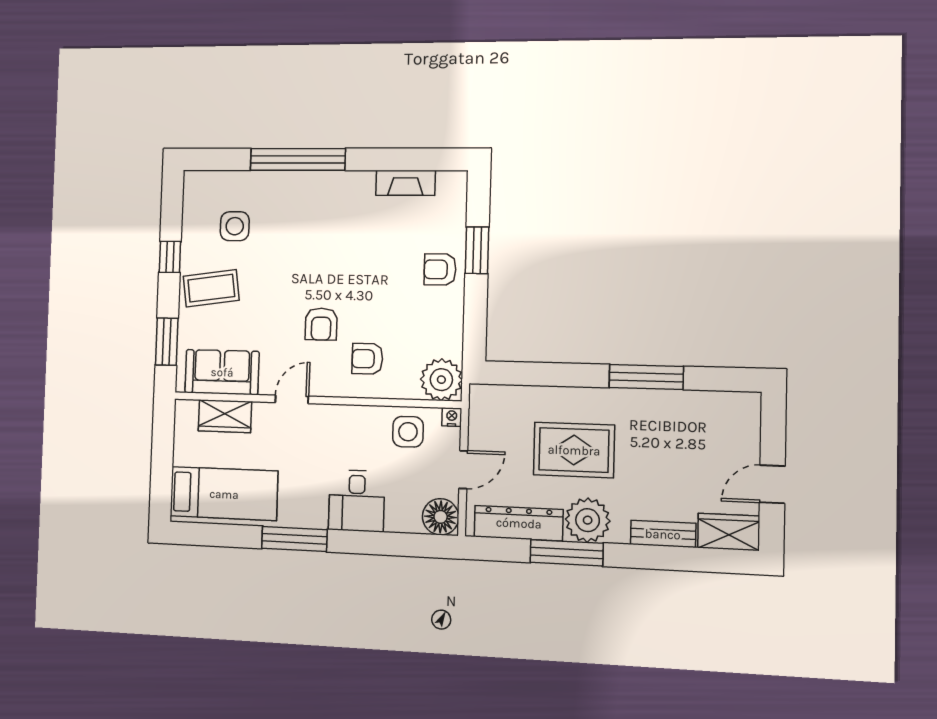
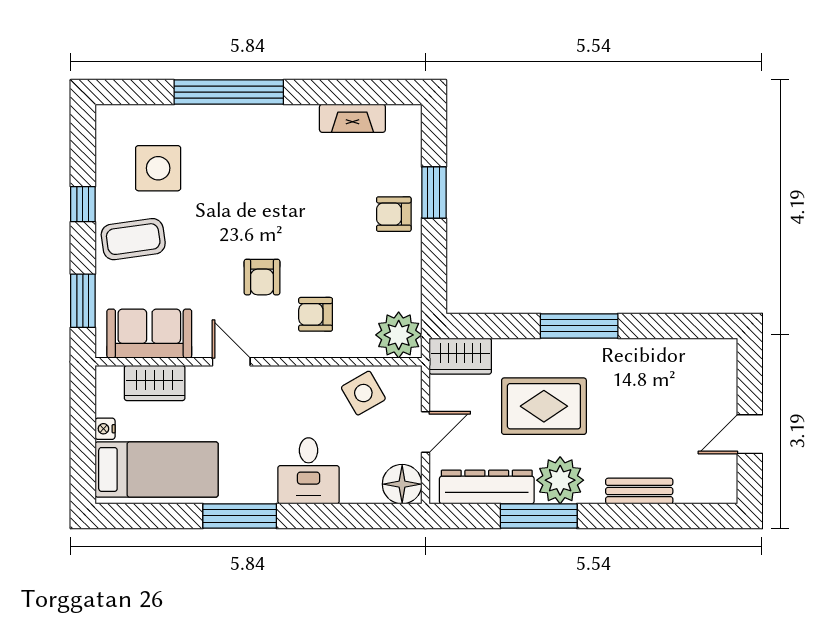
side table: (235, 226) -> (158, 168), width x1.37, depth x1.37
window: (646, 377) -> (579, 326), moved
door: (292, 399) -> (231, 362), hinge flipped
nightstand: (452, 417) -> (105, 429), moved, turned -90
side table: (408, 432) -> (363, 393), turned -30
wardrobe: (729, 532) -> (460, 356), moved, turned 180

